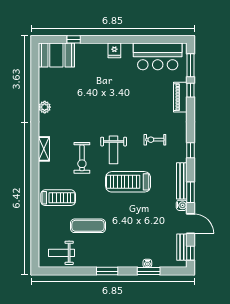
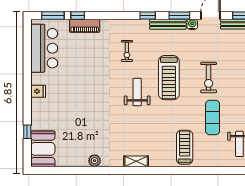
weight bench: (114, 150) -> (137, 92), turned -90
window: (191, 150) -> (148, 16), moved
exercise bike: (82, 158) -> (209, 78), moved, turned 90

